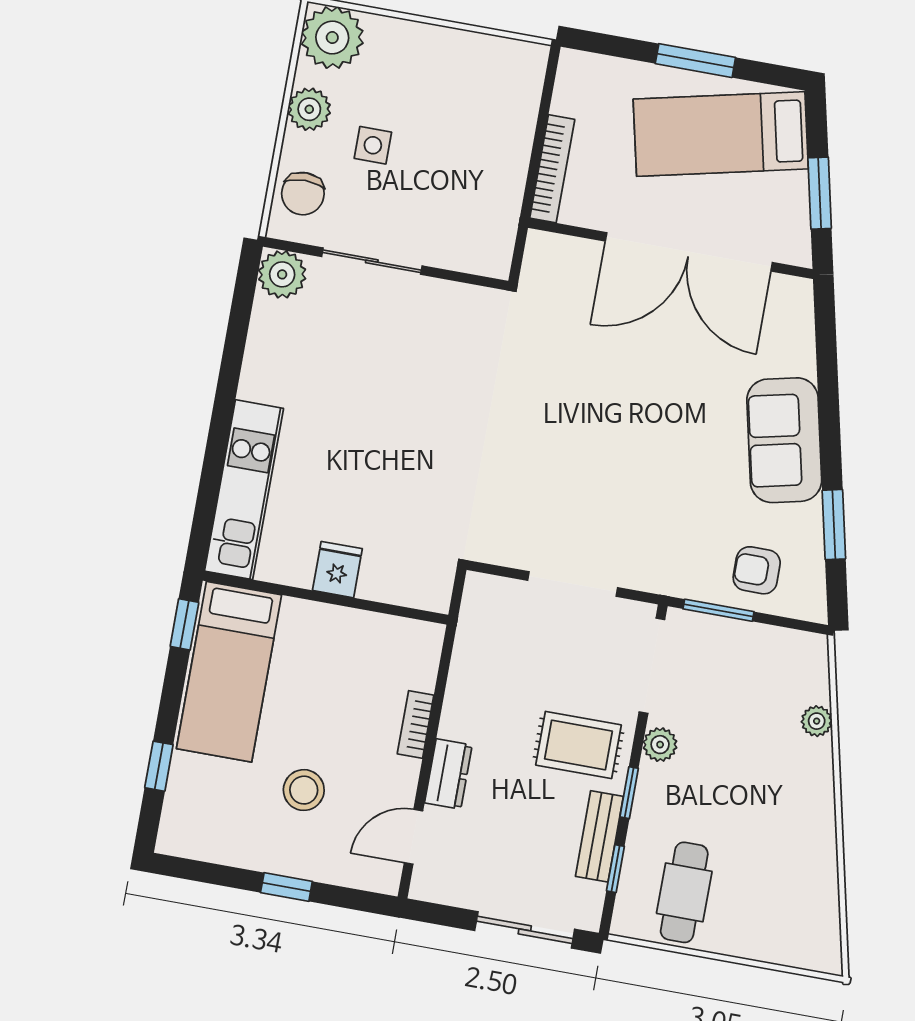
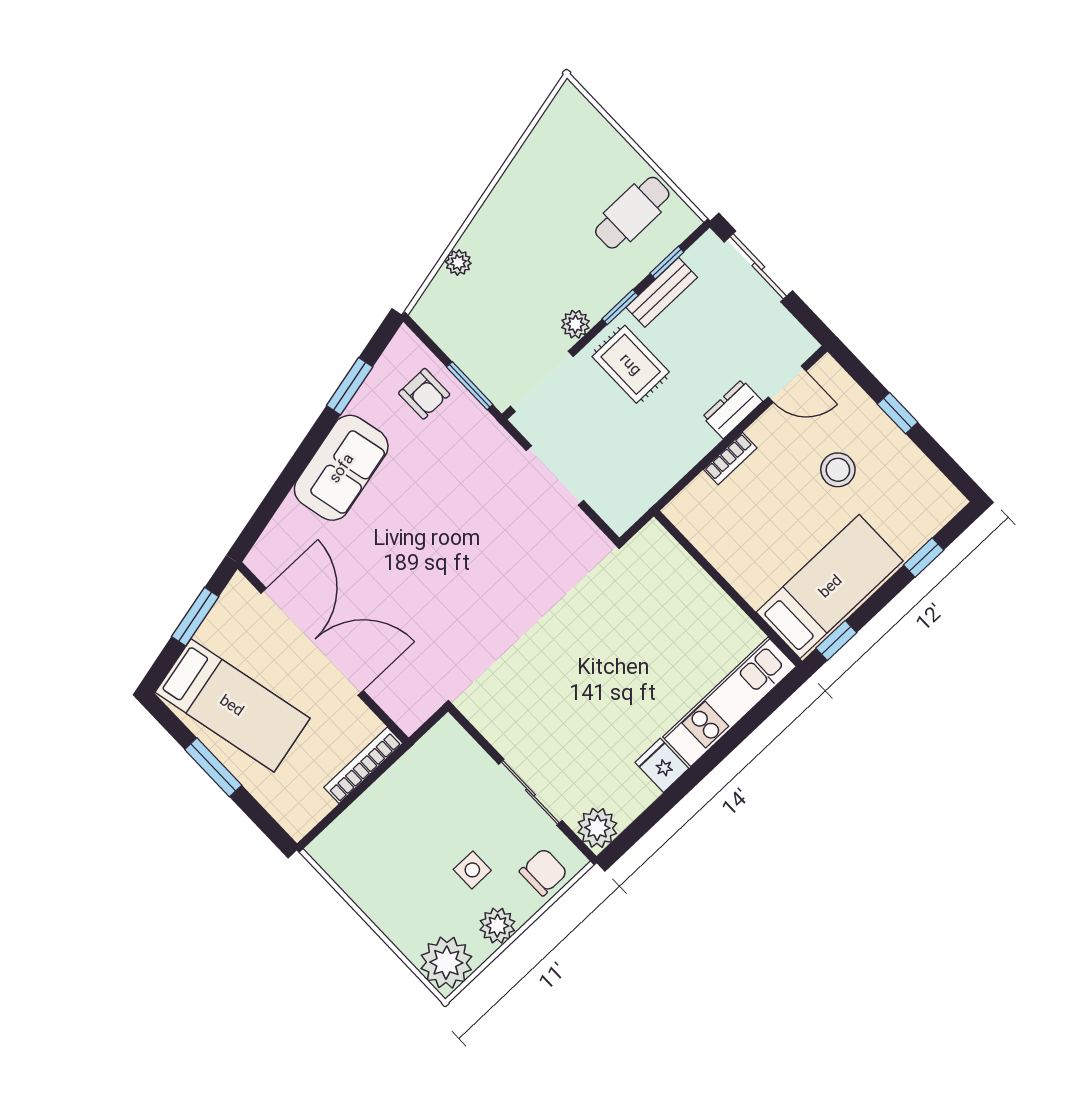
fridge: (337, 570) -> (662, 765), moved, turned 90

